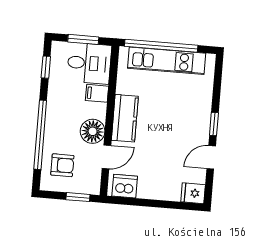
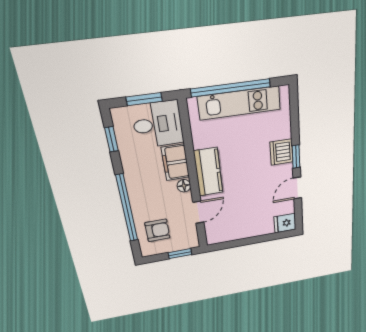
filing cabinet: (97, 93) -> (175, 162), width x2.00
floor lamp: (93, 131) -> (184, 186), width x0.53, depth x0.53
dishwasher: (125, 186) -> (281, 152), moved, turned -90

